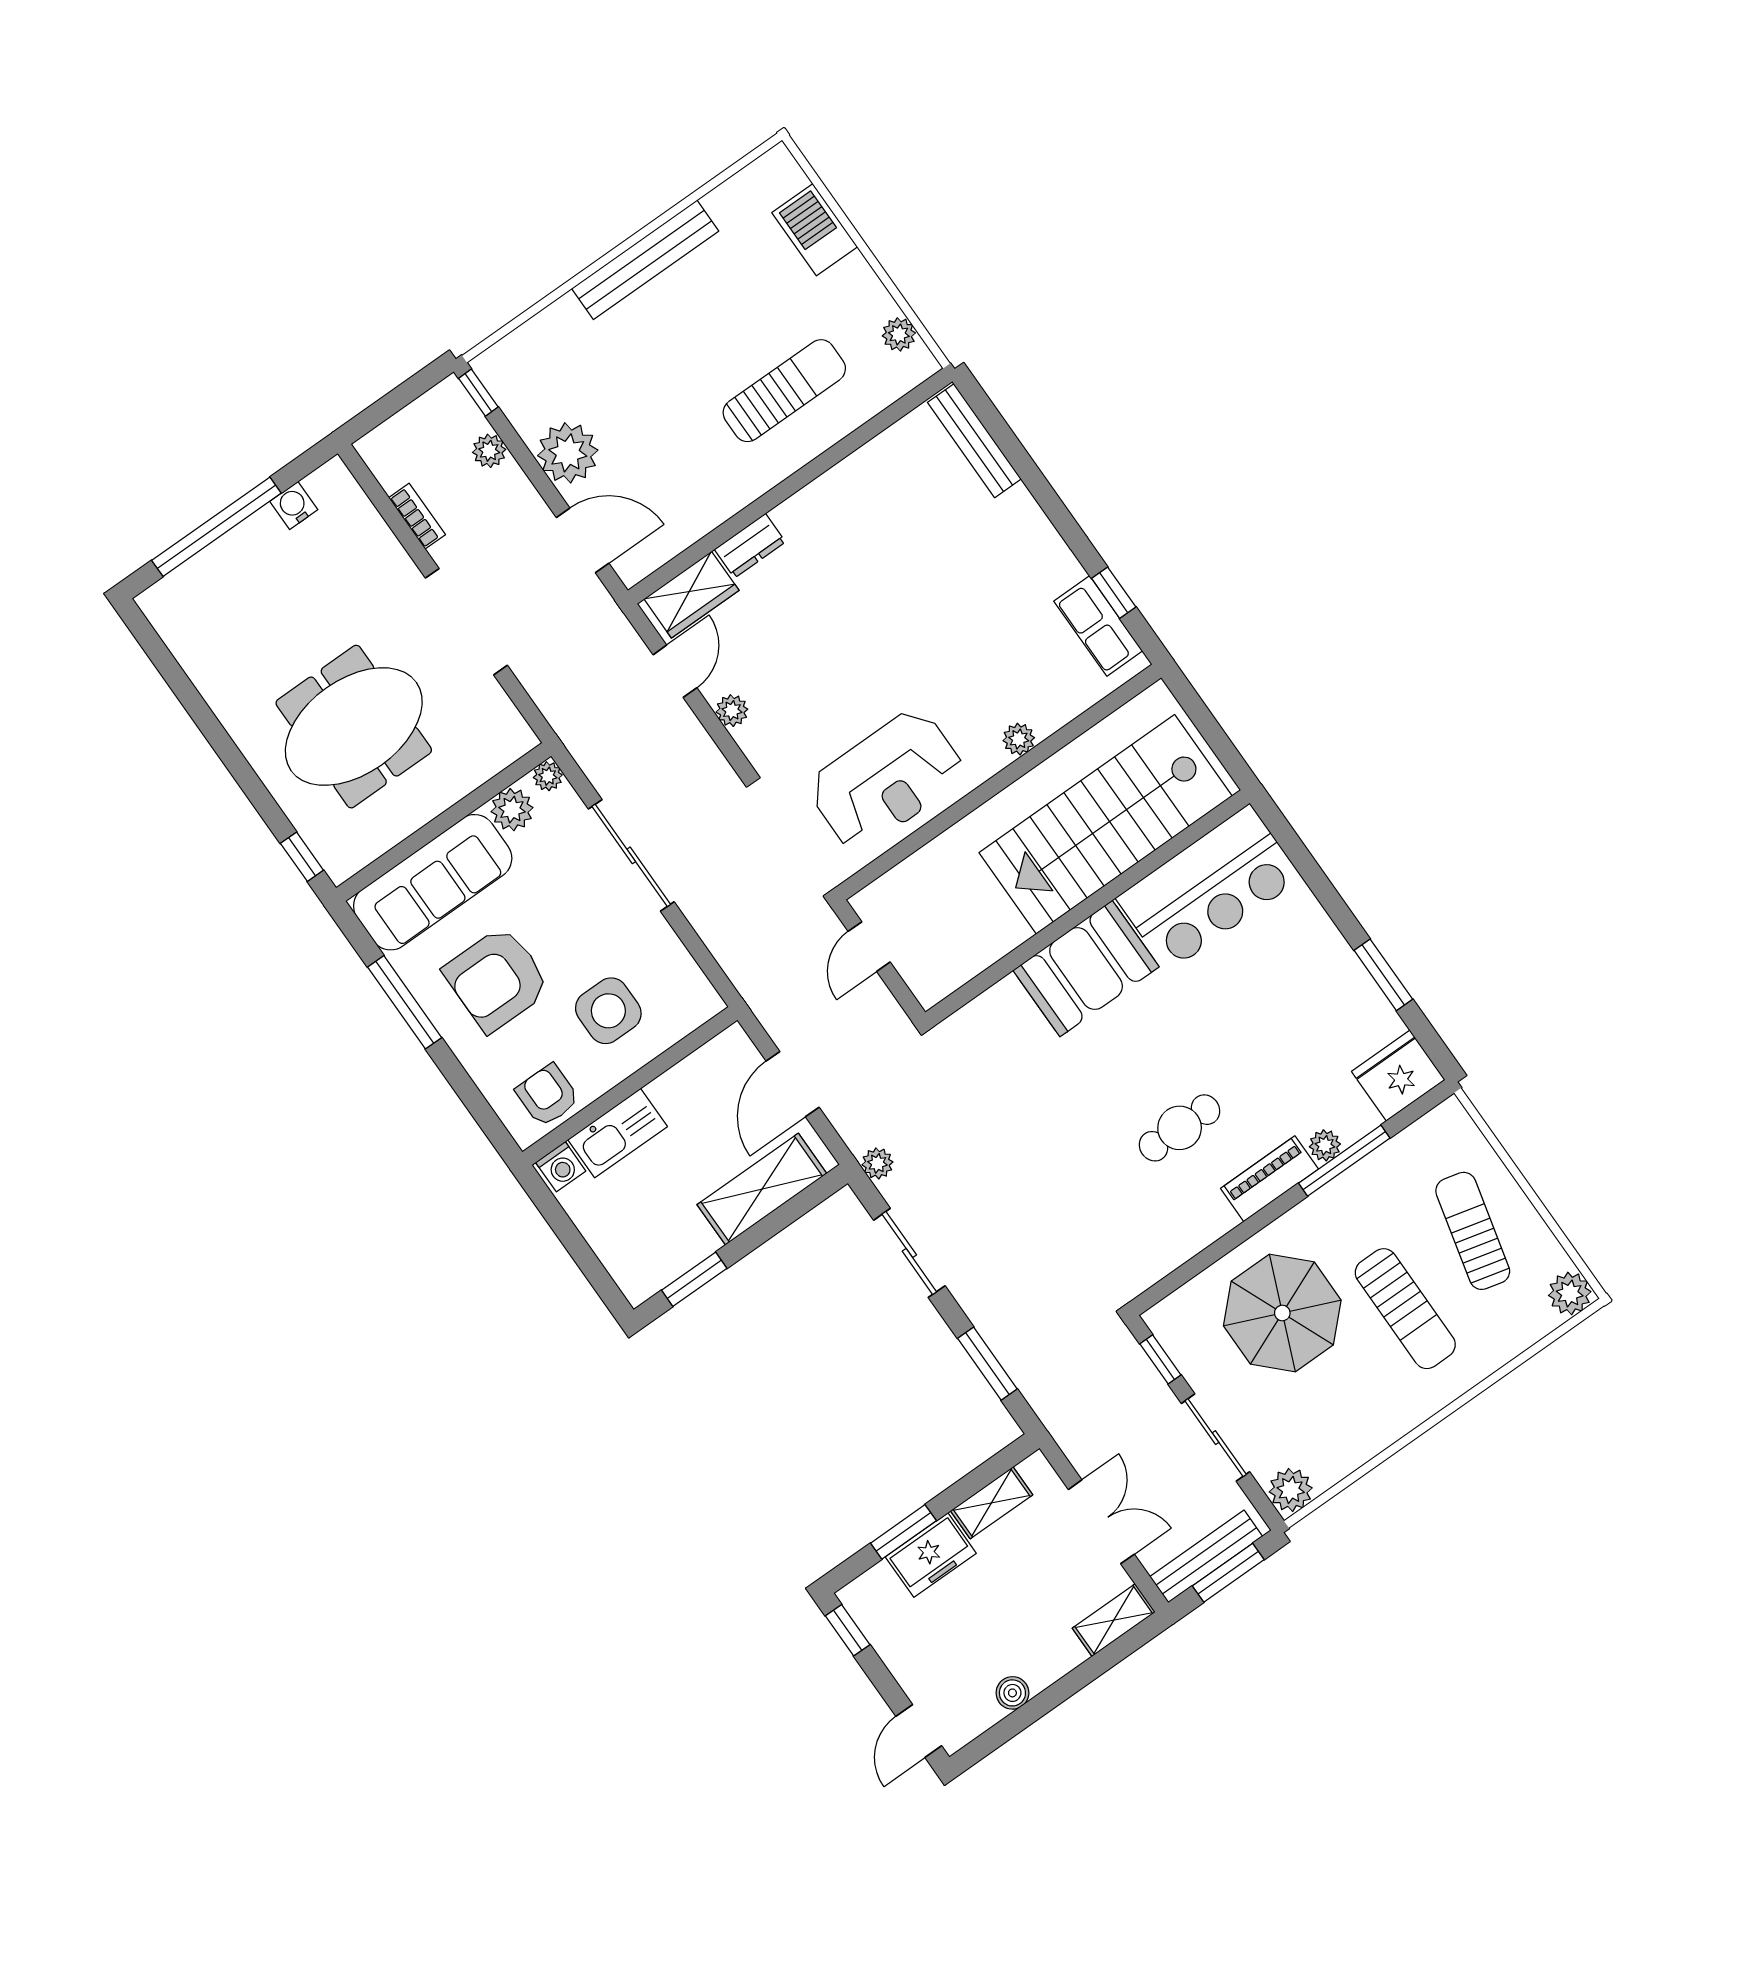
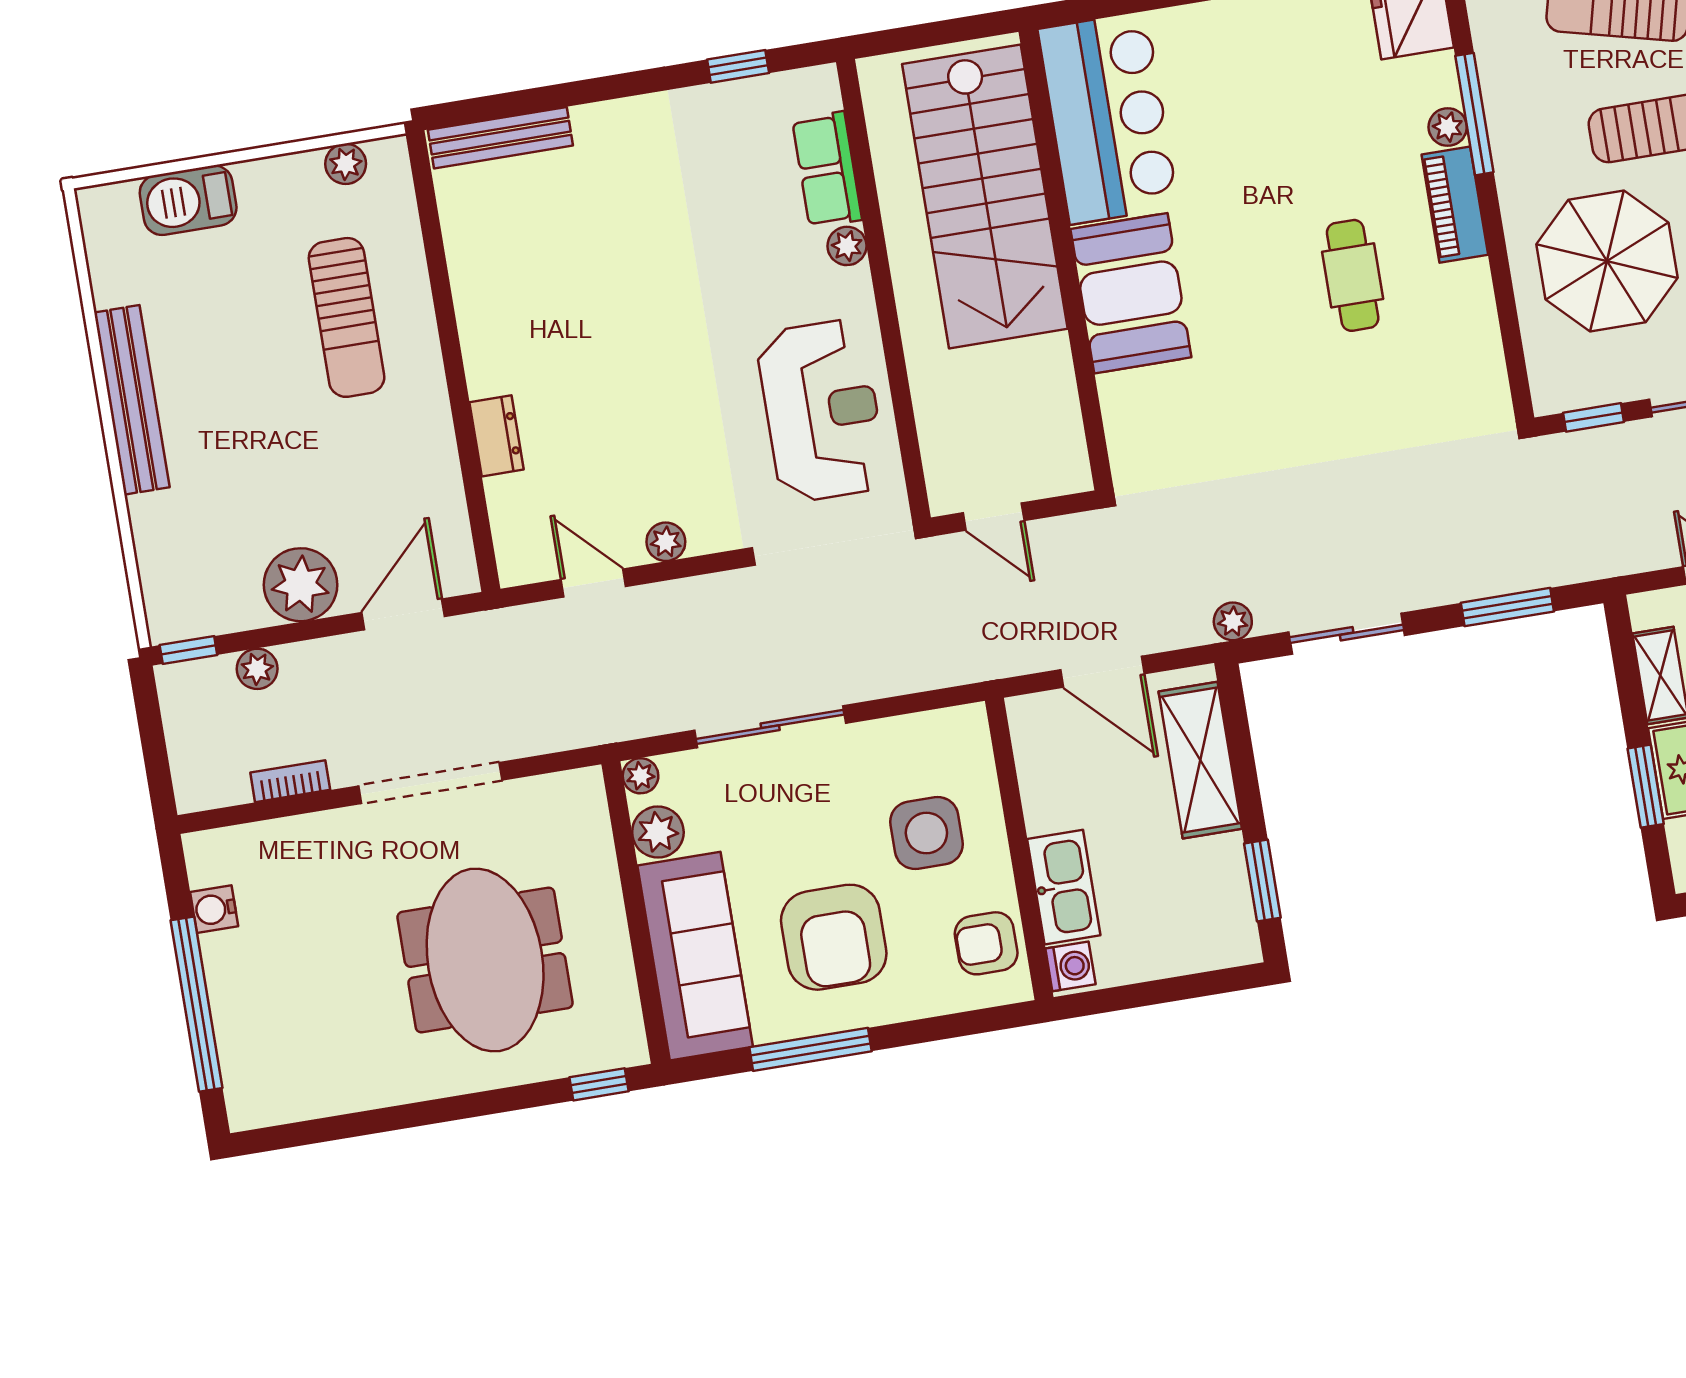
sun lounger: (784, 391) -> (347, 317), turned 180
wardrobe: (691, 595) -> (519, 525), removed
row of seats: (1098, 626) -> (827, 170), moved, turned 90

